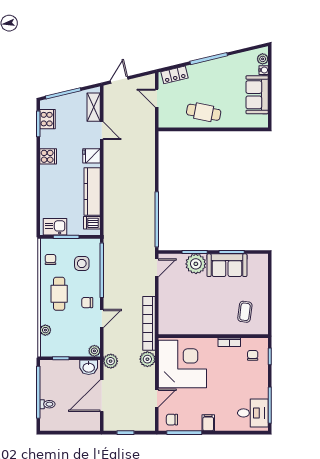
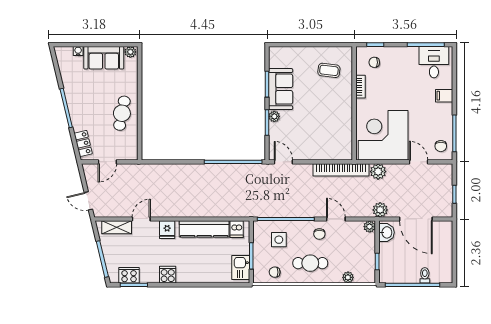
plant: (263, 59) -> (130, 52), moved
plant: (196, 264) -> (274, 116), width x0.53, depth x0.53
filing cabinet: (208, 423) -> (444, 96), moved

